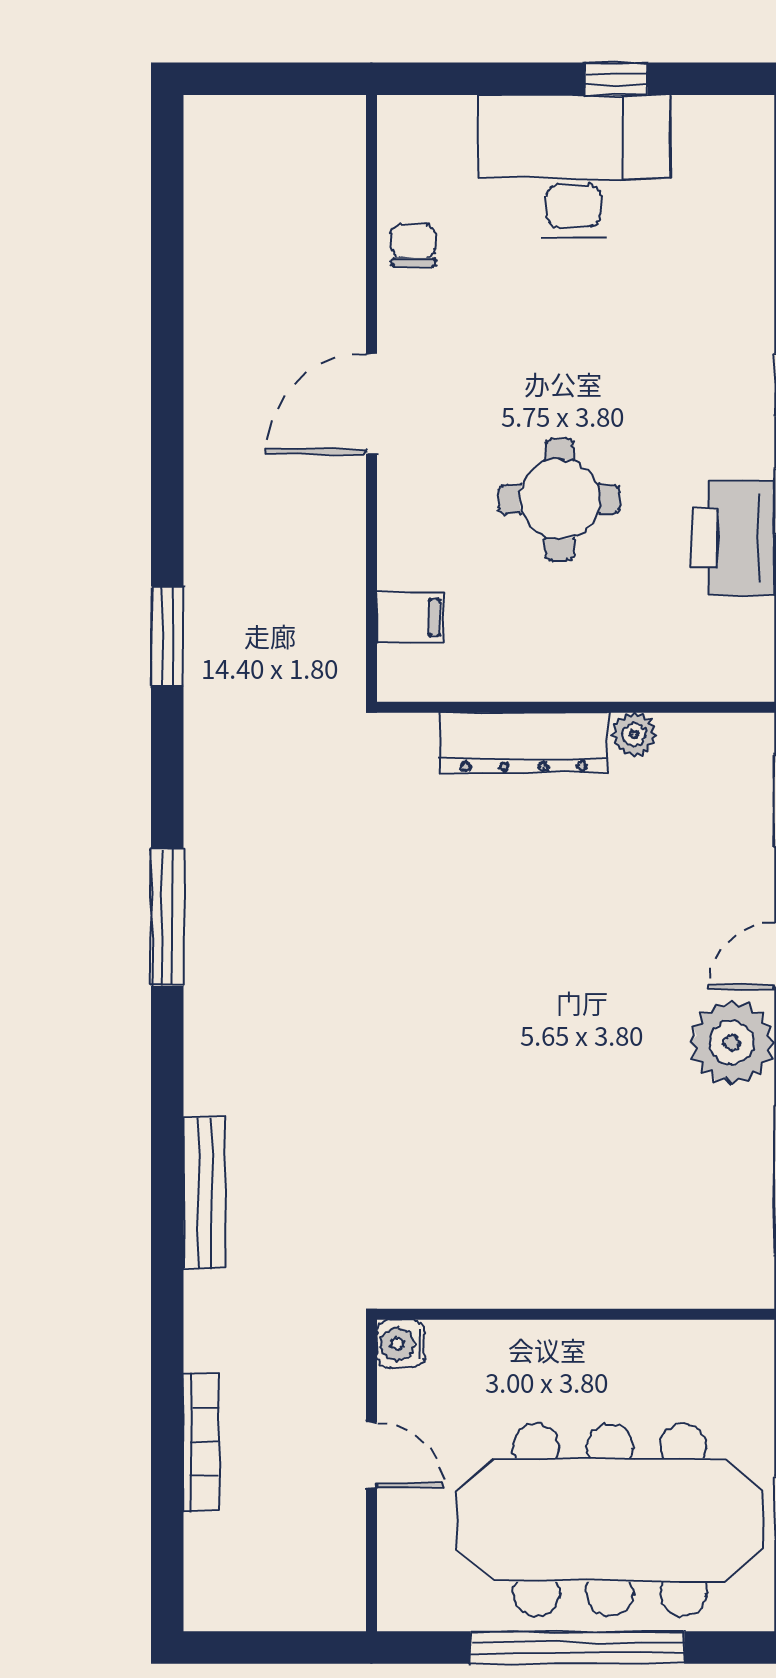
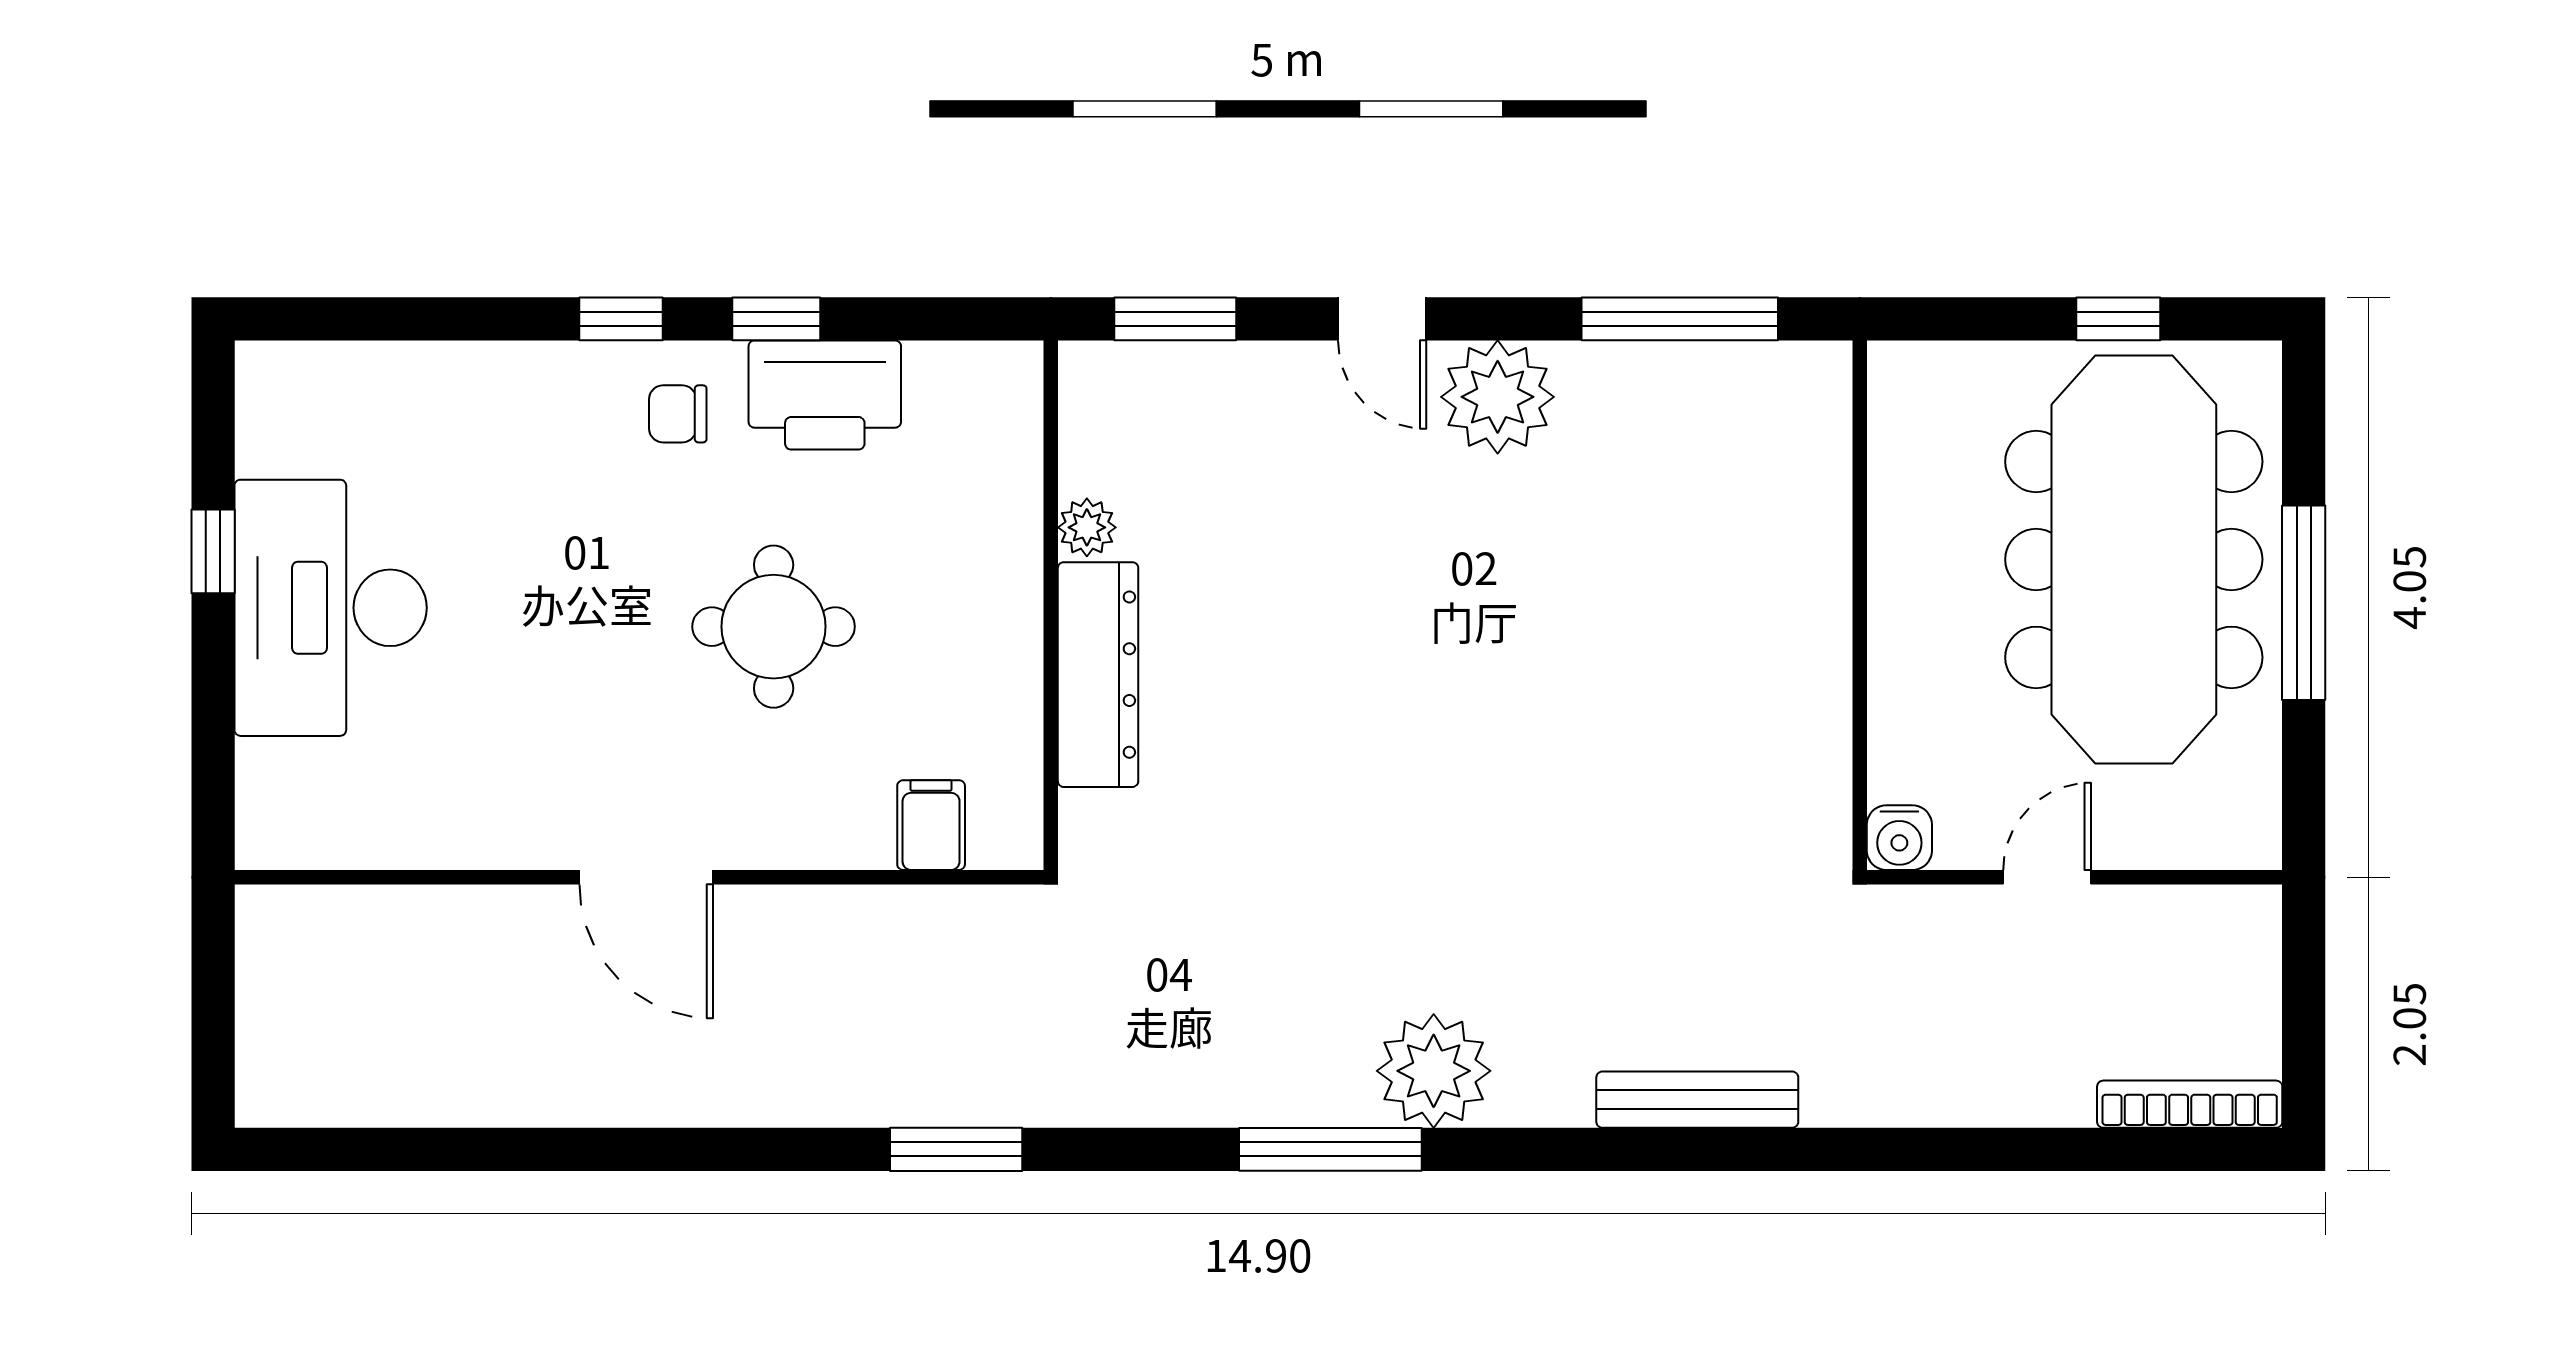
chair: (413, 245) -> (678, 414), moved
plant: (226, 995) -> (1434, 1071), added
bookcase: (201, 1442) -> (2190, 1104), moved
window: (577, 1647) -> (2304, 603), width x0.68

